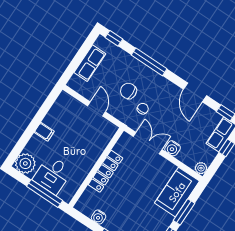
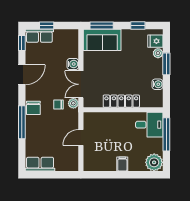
window: (114, 38) -> (22, 159), removed
row of seats: (90, 63) -> (40, 164), moved
chair: (128, 91) -> (33, 108), moved
plant: (201, 168) -> (73, 103), moved
desk: (53, 175) -> (149, 125), moved
window: (184, 212) -> (102, 25), moved

